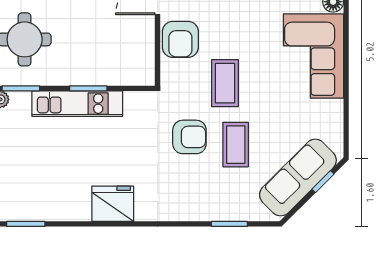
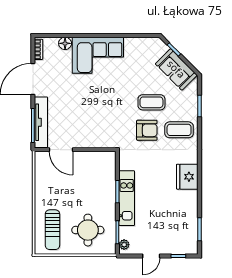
armchair: (180, 39) -> (88, 136), removed
coffee table: (225, 83) -> (179, 130), moved
armchair: (189, 137) -> (147, 130), turned 90
sofa: (298, 177) -> (176, 69), width x0.73

